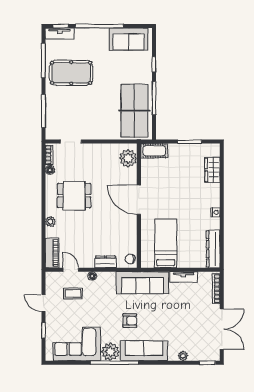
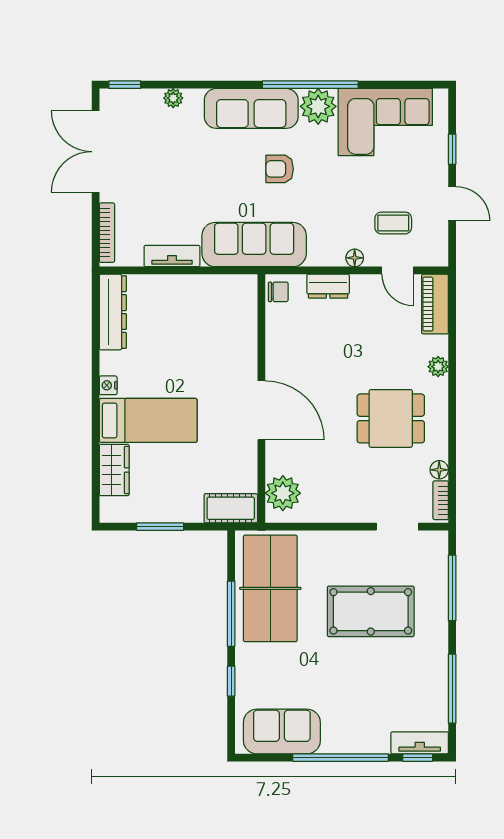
pool table: (71, 73) -> (371, 611), moved
bed: (166, 243) -> (148, 420), moved, turned -90

